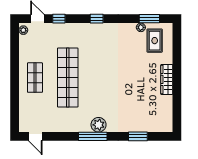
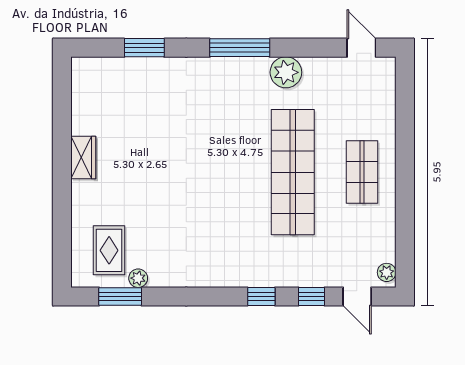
window: (97, 19) -> (261, 297), moved
wardrobe: (167, 79) -> (83, 157), width x0.67
plant: (99, 125) -> (286, 72), moved

